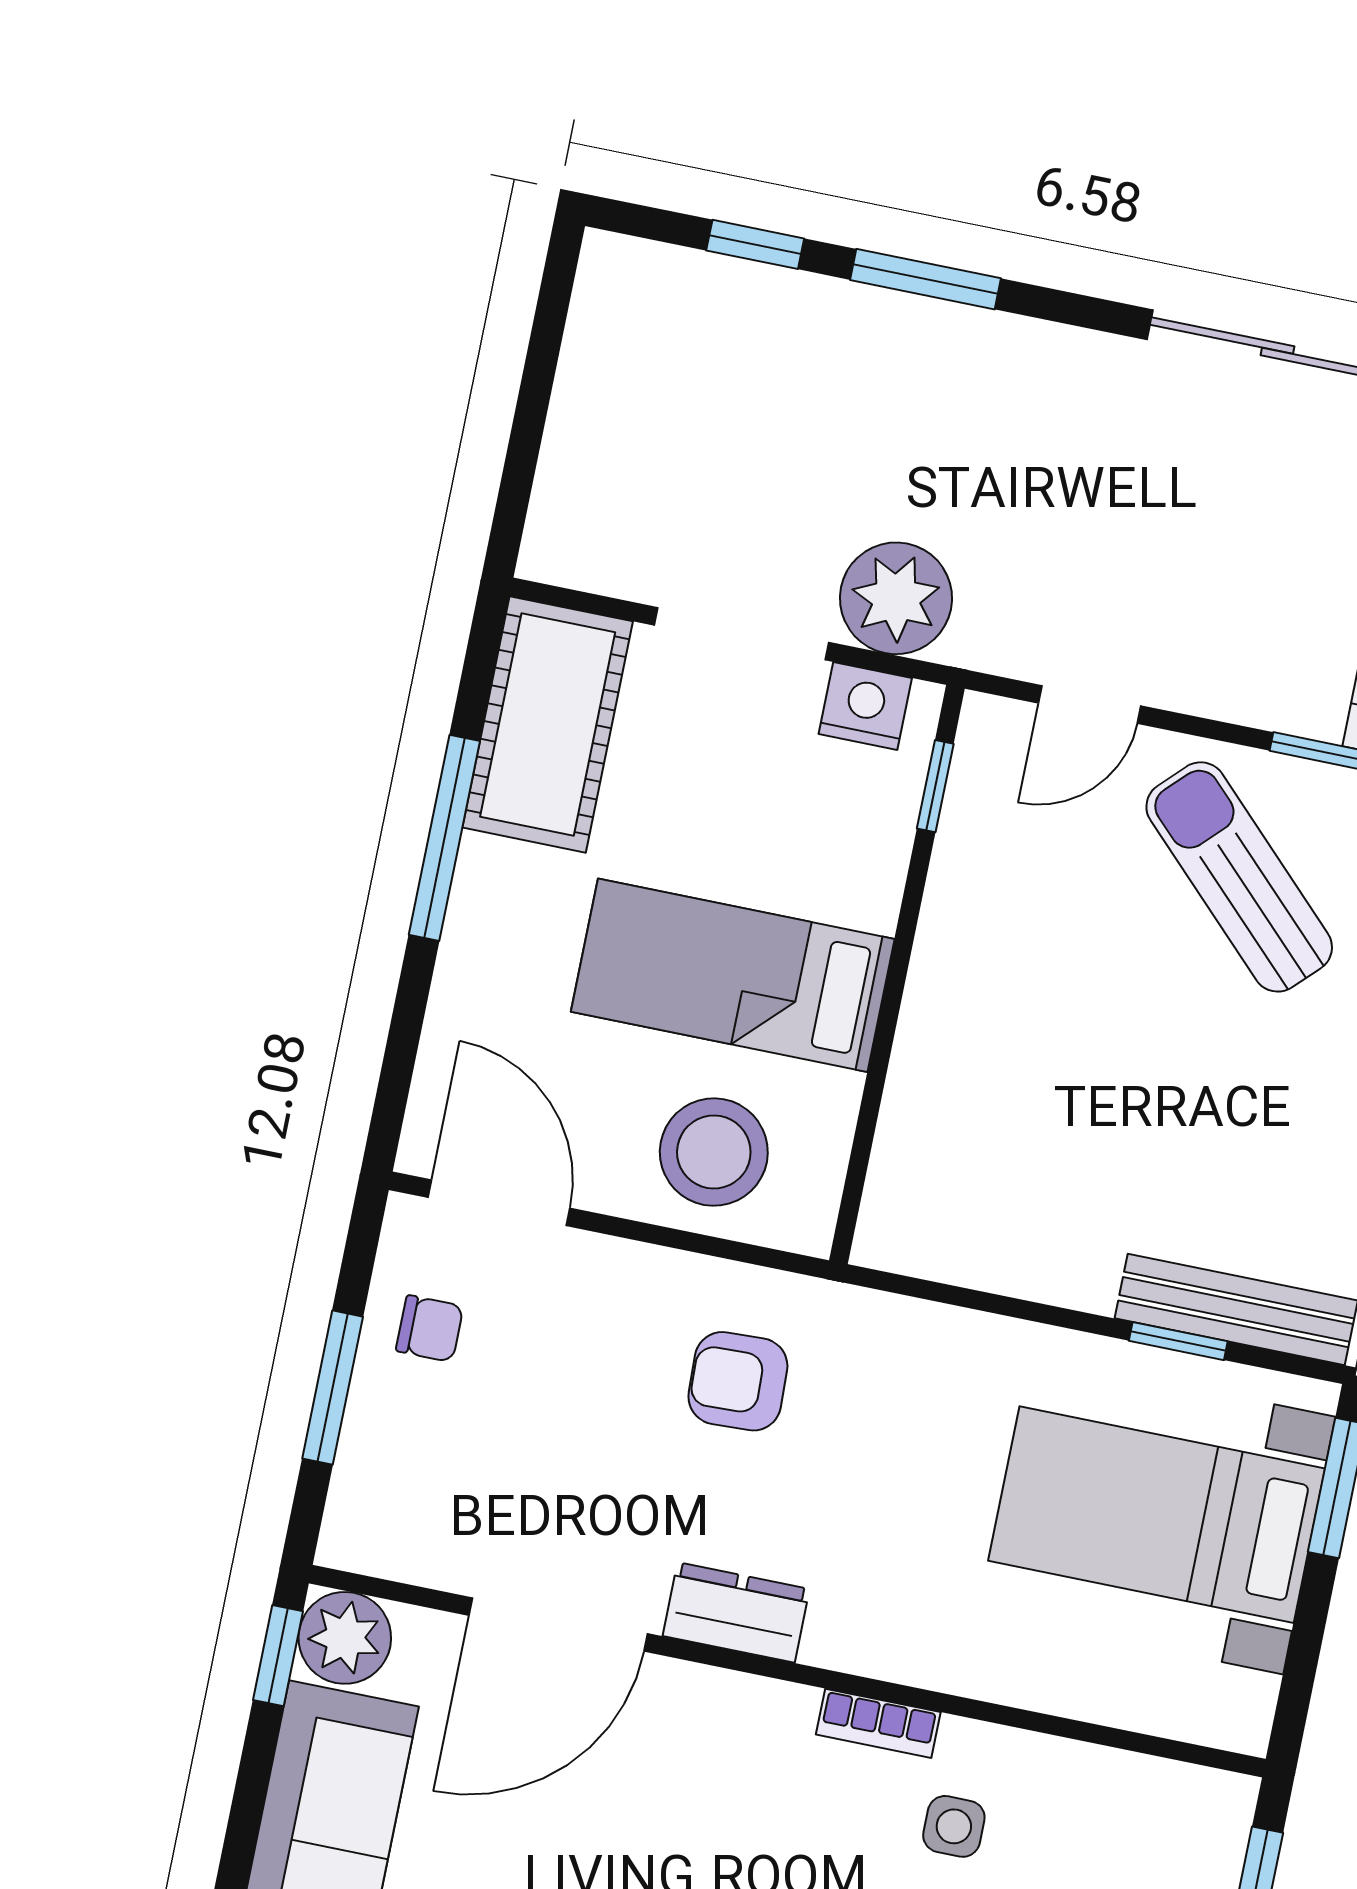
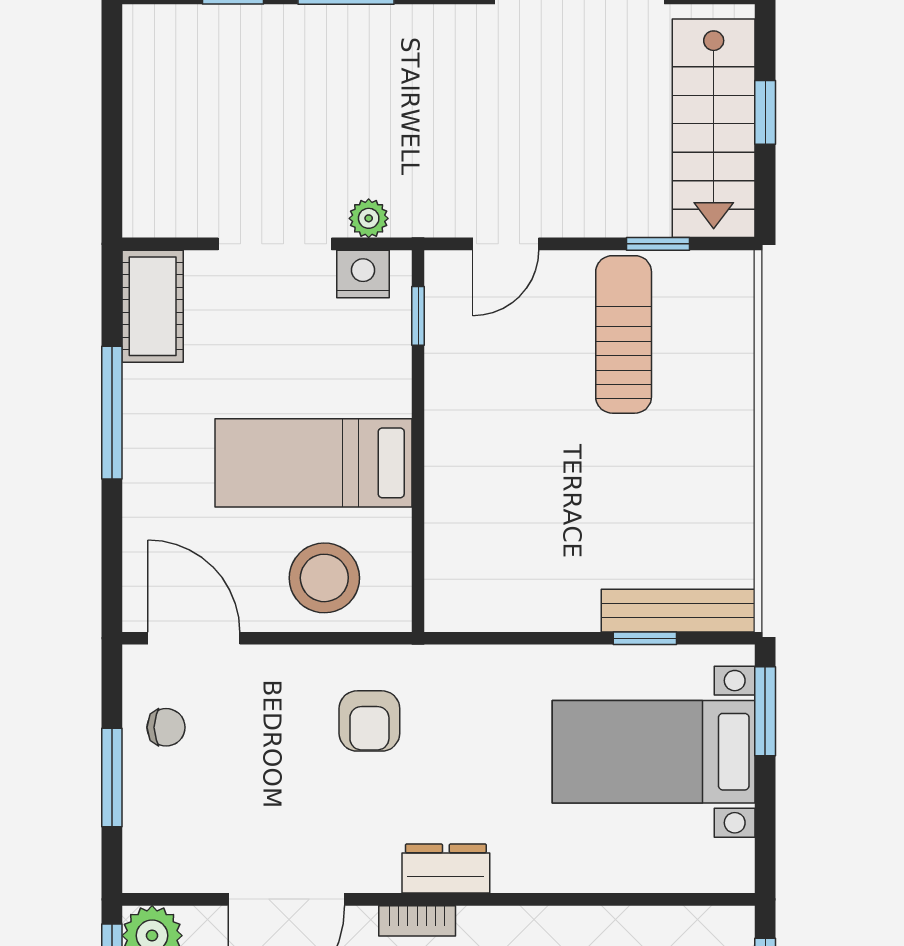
plant: (896, 598) -> (369, 218), width x0.53, depth x0.53
cot: (548, 724) -> (153, 306), width x0.73, depth x0.75
sun lounger: (1239, 877) -> (624, 334), turned 45
armchair: (738, 1381) -> (369, 721), turned -88
dresser: (736, 1612) -> (446, 869), moved
bookcase: (878, 1723) -> (417, 921), moved

